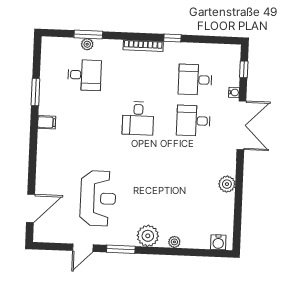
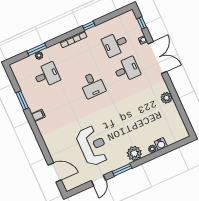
desk: (193, 121) -> (127, 70), turned 180
door: (31, 208) -> (55, 172), hinge flipped
water cooler: (218, 242) -> (161, 144), moved

